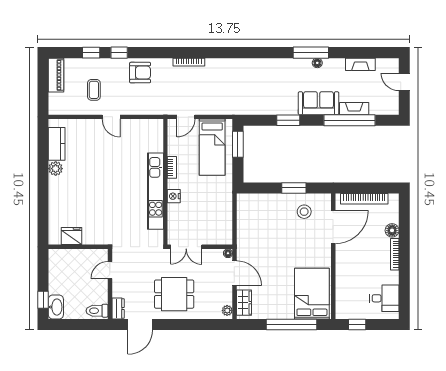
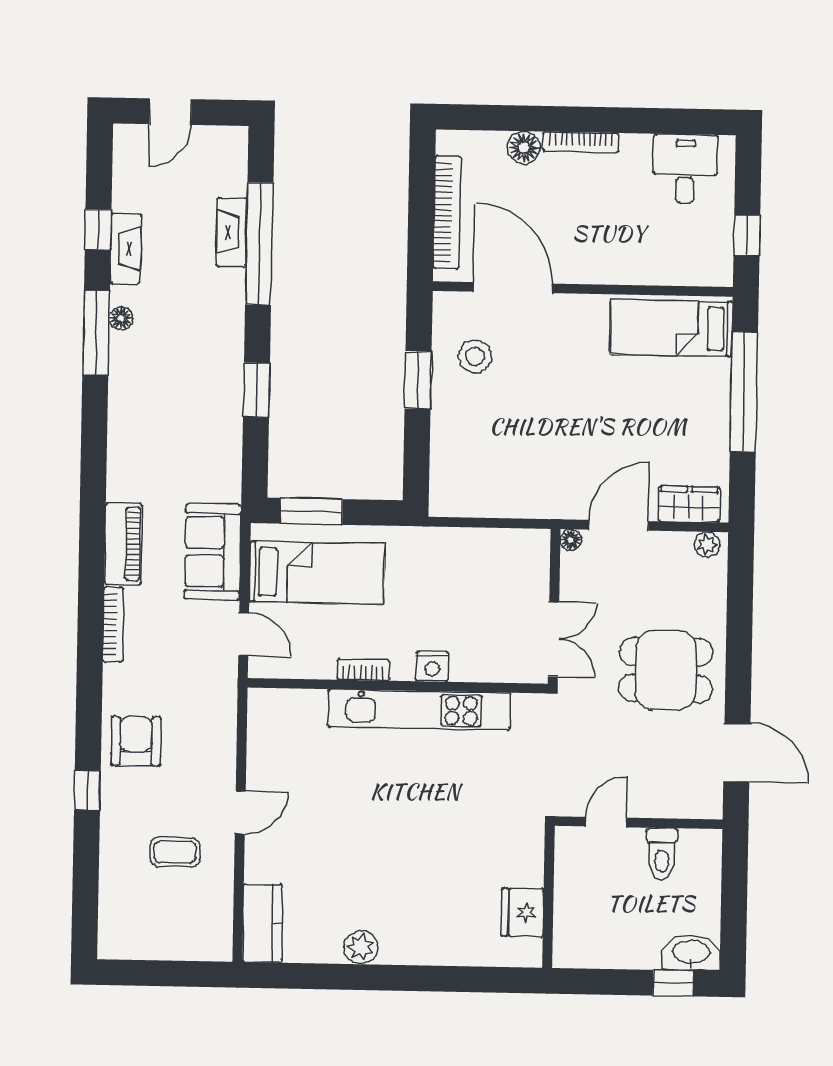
window: (91, 53) -> (98, 230), moved
fireplace: (360, 64) -> (126, 249), moved
piano: (56, 75) -> (123, 544), moved, turned 90
sofa: (319, 103) -> (213, 552), moved
kitchen counter: (57, 144) -> (263, 923), moved, turned 90
door: (110, 270) -> (606, 822), swing flipped
dining table: (174, 294) -> (666, 670), turned 90
bed: (312, 294) -> (671, 328), width x0.67
dresser: (118, 308) -> (698, 805), removed
toilet: (97, 311) -> (662, 854), moved

